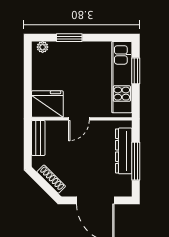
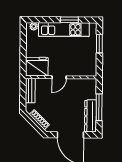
window: (69, 38) -> (69, 20), moved
kitchen unit: (122, 77) -> (64, 30), moved, turned -90
dresser: (124, 151) -> (91, 116), moved

